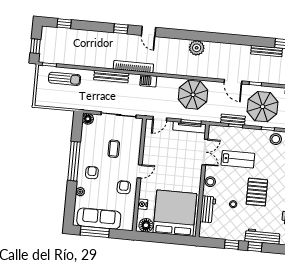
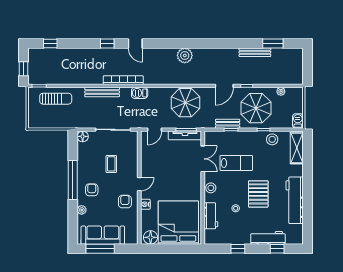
door: (233, 82) -> (224, 86), hinge flipped
nightstand: (143, 204) -> (145, 204), moved
window: (255, 247) -> (277, 249), moved

